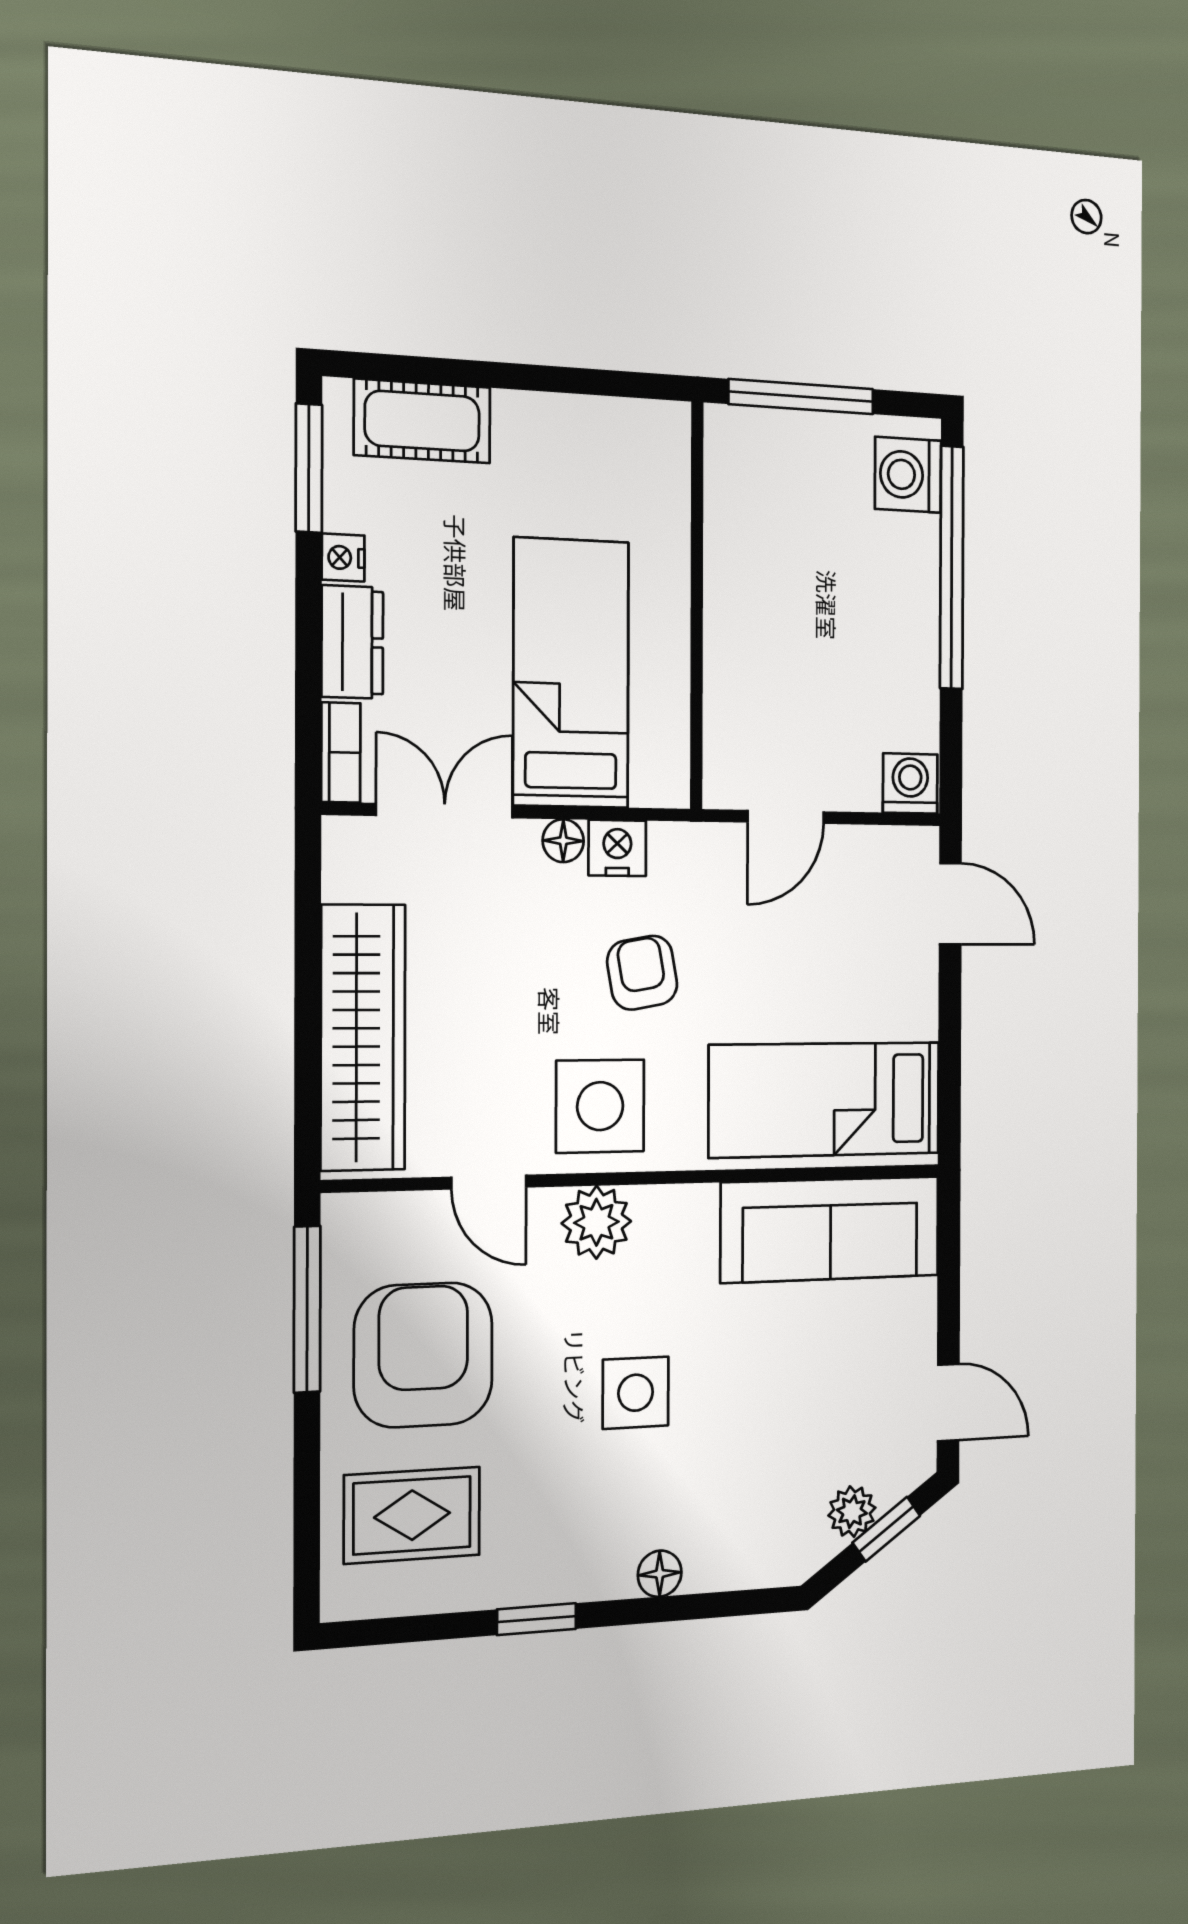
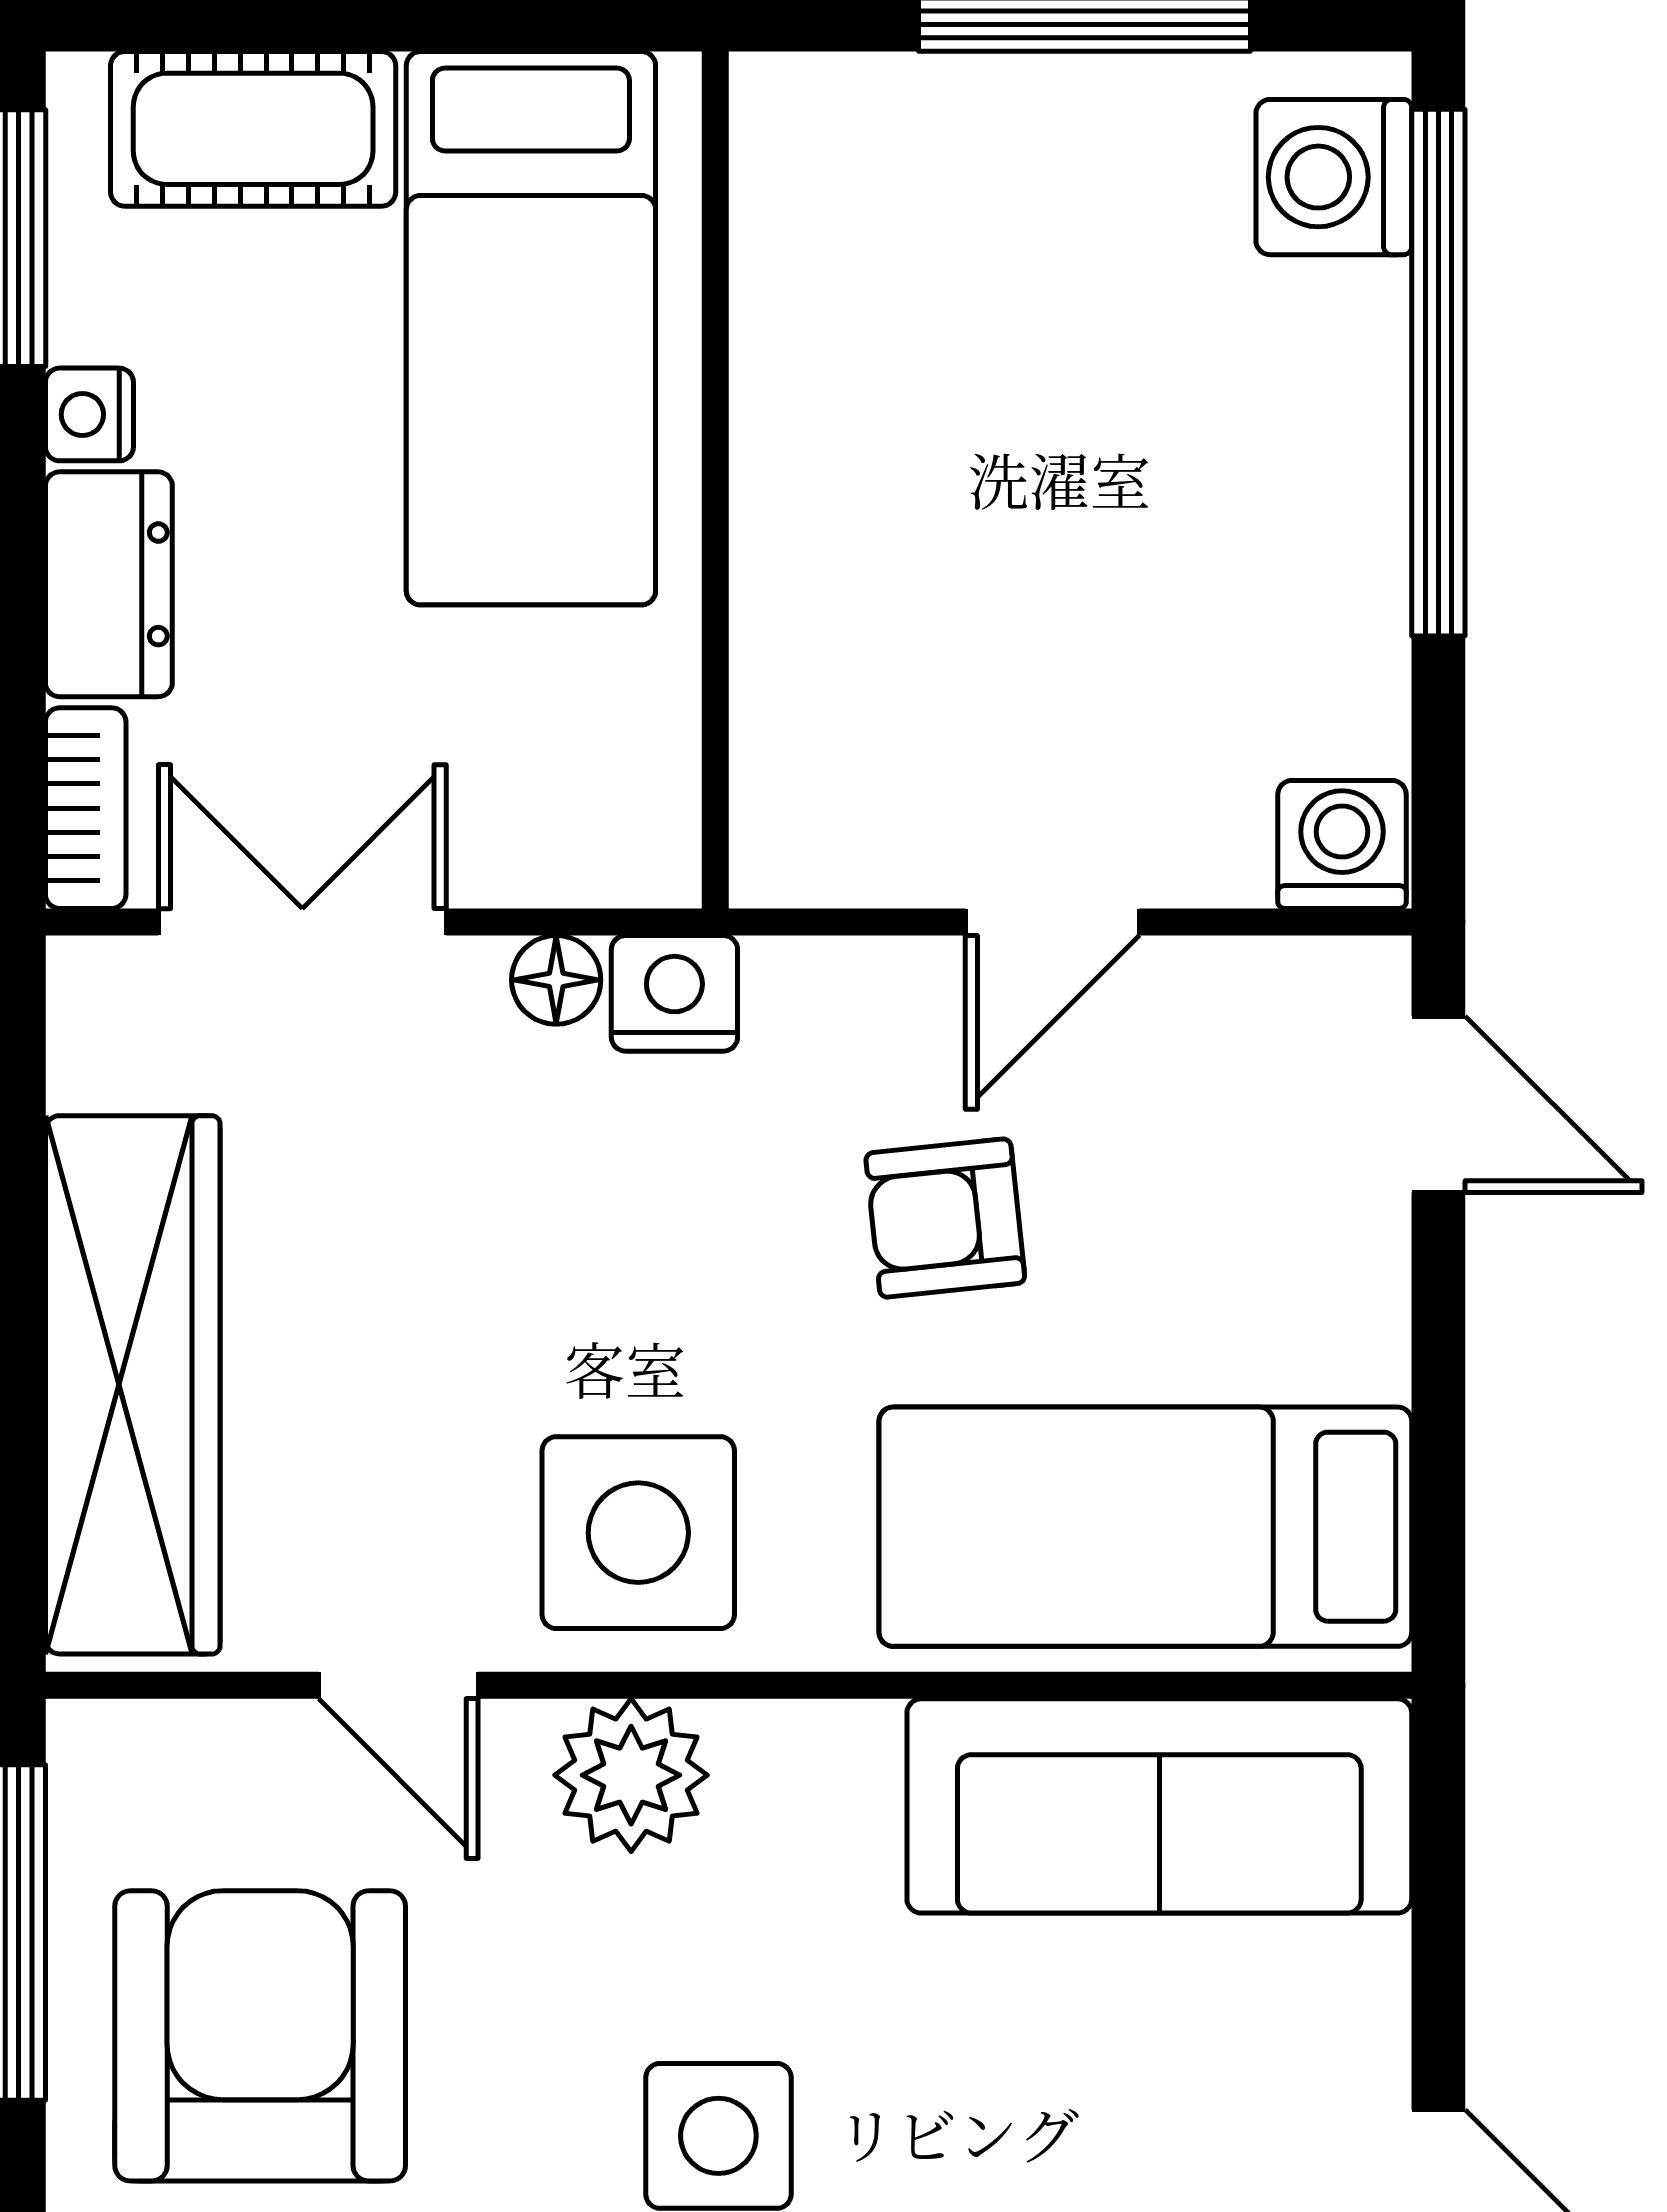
wall: (697, 606) -> (715, 480), moved
bed: (571, 673) -> (531, 328), moved, turned 180
armchair: (642, 973) -> (945, 1218), moved, turned -86

